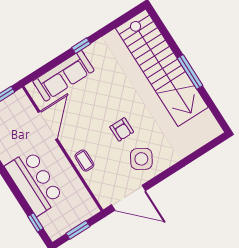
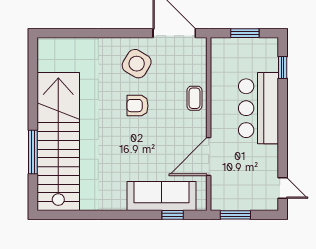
window: (81, 46) -> (173, 215), moved
window: (190, 72) -> (33, 152), moved
armchair: (122, 129) -> (138, 106), turned -90

